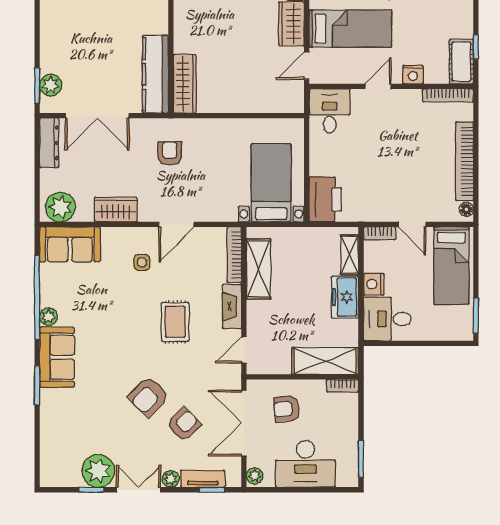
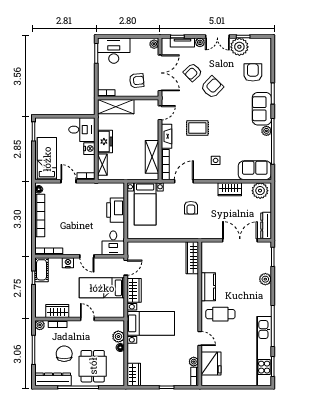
kitchen counter: (155, 74) -> (208, 287), moved, width x0.67
plant: (51, 85) -> (265, 279), moved
door: (378, 86) -> (87, 256), hinge flipped
armchair: (170, 153) -> (191, 208), moved
printer: (325, 199) -> (116, 210), moved
door: (176, 224) -> (184, 181), moved
rug: (175, 322) -> (197, 128), turned 90
armchair: (73, 424) -> (253, 72), added
desk: (305, 464) -> (114, 51), moved

